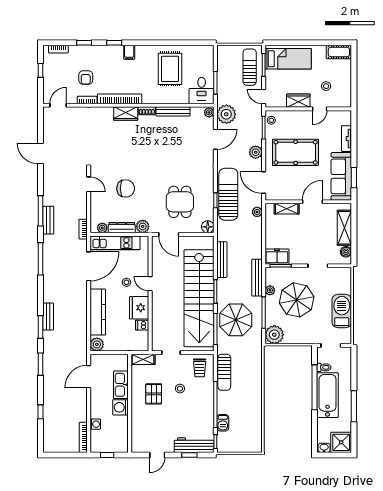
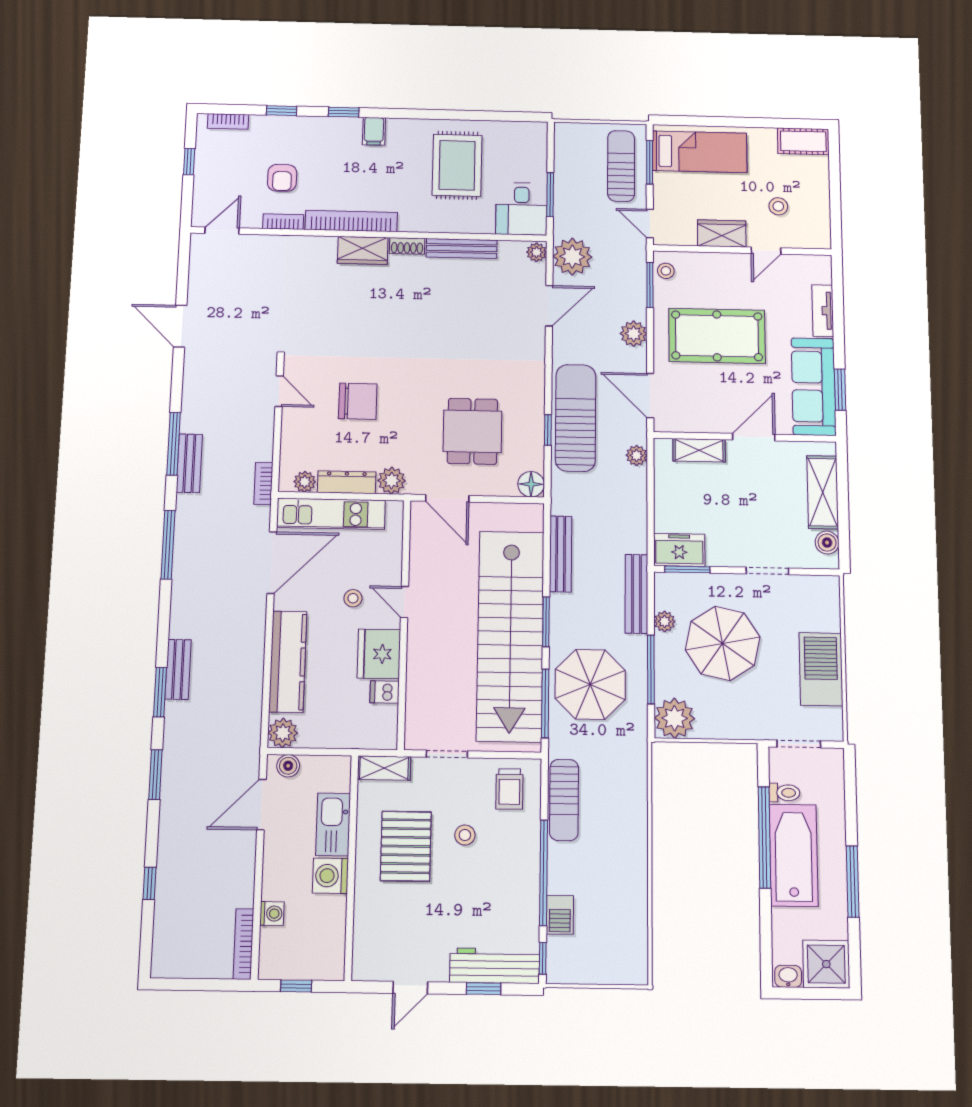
boiler: (100, 359) -> (288, 766), added
pallet: (154, 394) -> (406, 846), width x1.50, depth x1.42

